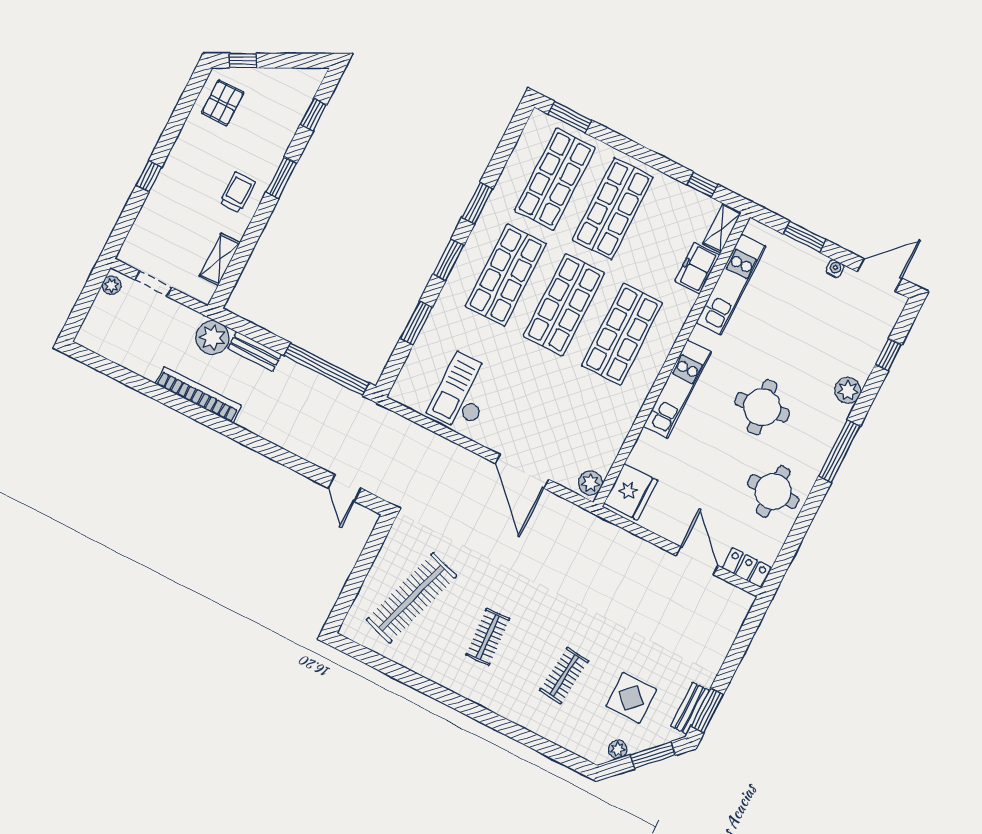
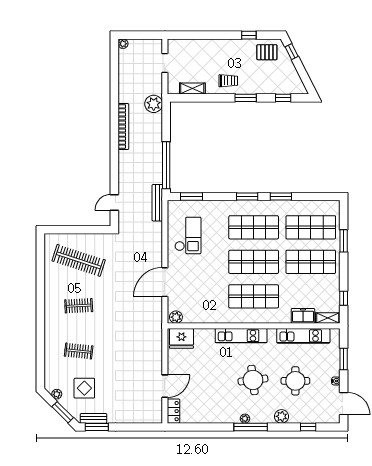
window: (570, 117) -> (344, 241), moved
window: (149, 176) -> (249, 35), moved
plant: (111, 285) -> (123, 44), moved
window: (416, 323) -> (192, 197), moved
bench: (255, 351) -> (157, 203), moved, width x1.36
checkout: (463, 393) -> (188, 235), turned 90
bookcase: (198, 395) -> (123, 127), moved
plant: (820, 454) -> (245, 419), added
round table: (773, 492) -> (295, 381), moved

